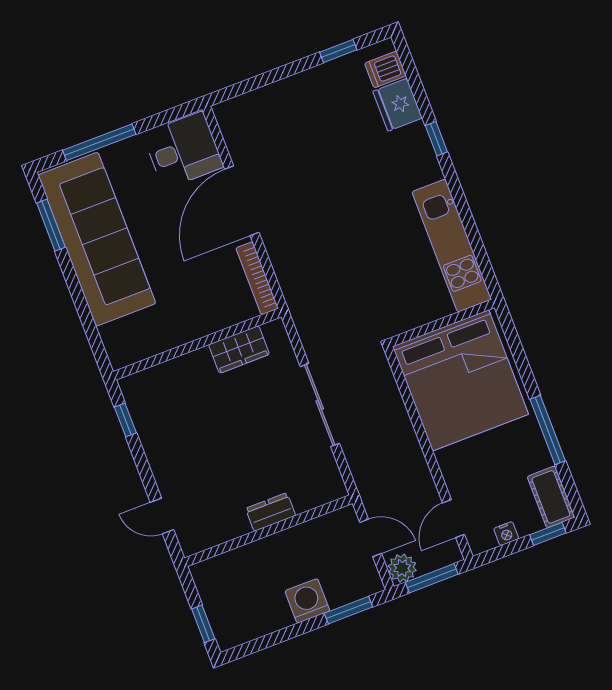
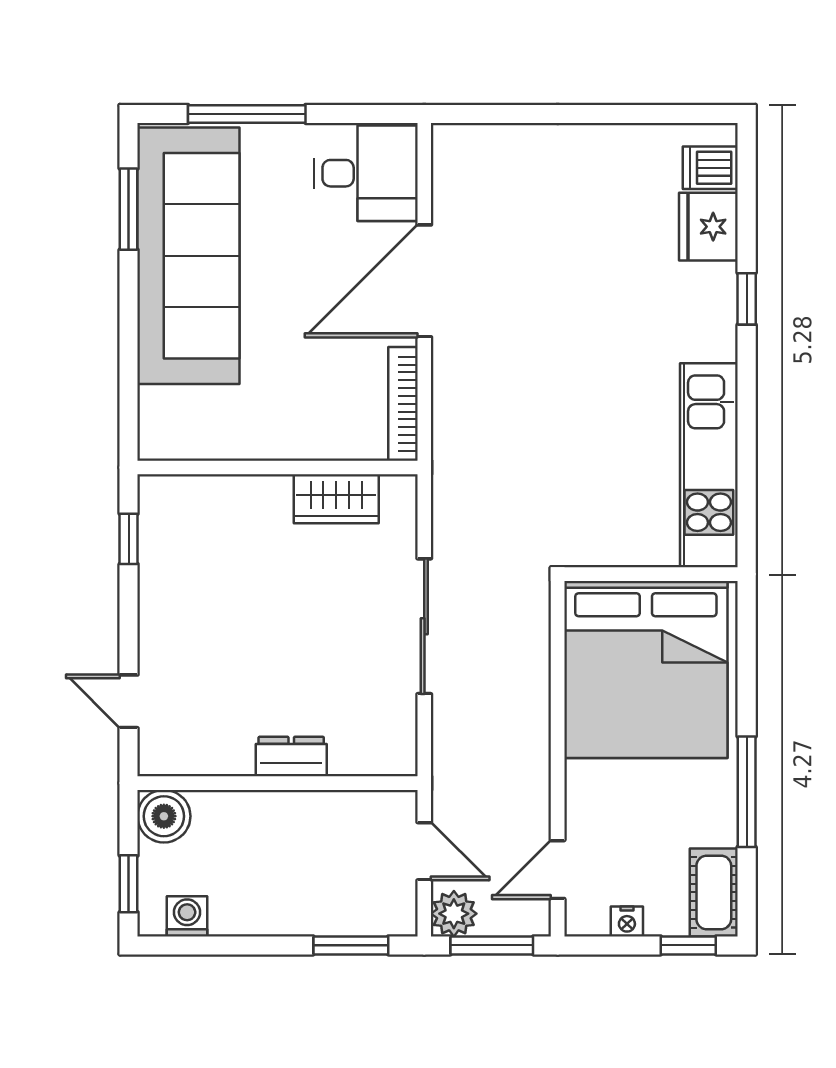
window: (338, 51) -> (651, 114), removed
boiler: (209, 576) -> (164, 816), added
washing machine: (307, 601) -> (187, 916), moved, width x0.73, depth x0.73

